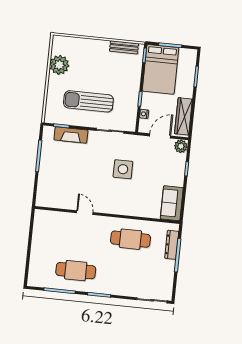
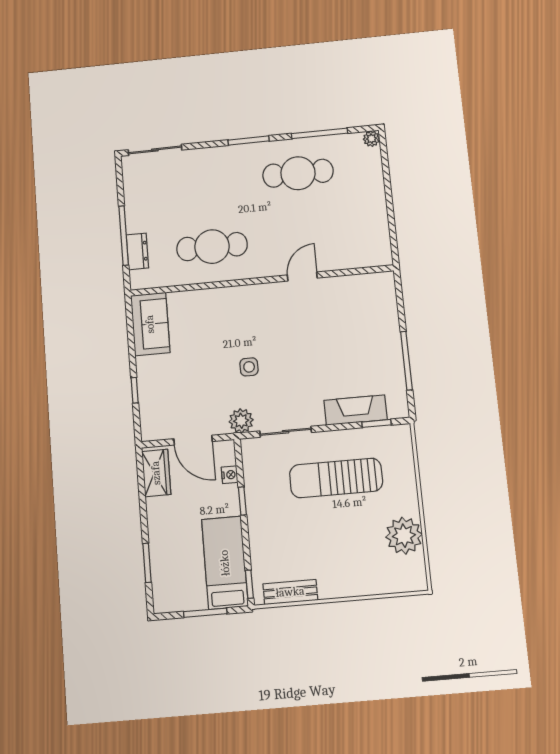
bed: (160, 69) -> (225, 563), width x0.67
sun lounger: (88, 101) -> (336, 478), turned 180
wardrobe: (183, 116) -> (156, 473), width x0.67
door: (160, 136) -> (193, 440), hinge flipped
plant: (181, 146) -> (241, 421), moved
side table: (123, 169) -> (249, 367), width x0.54, depth x0.54
door: (85, 213) -> (302, 277), swing flipped
dresser: (172, 245) -> (137, 251), width x0.70
plant: (32, 282) -> (371, 139), added

